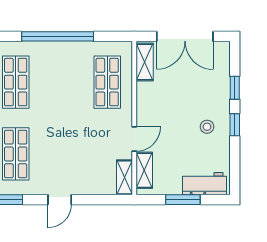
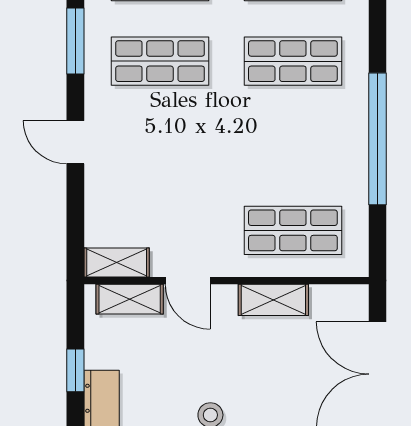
shelving: (145, 62) -> (273, 300), moved
window: (183, 200) -> (75, 370), width x0.67

